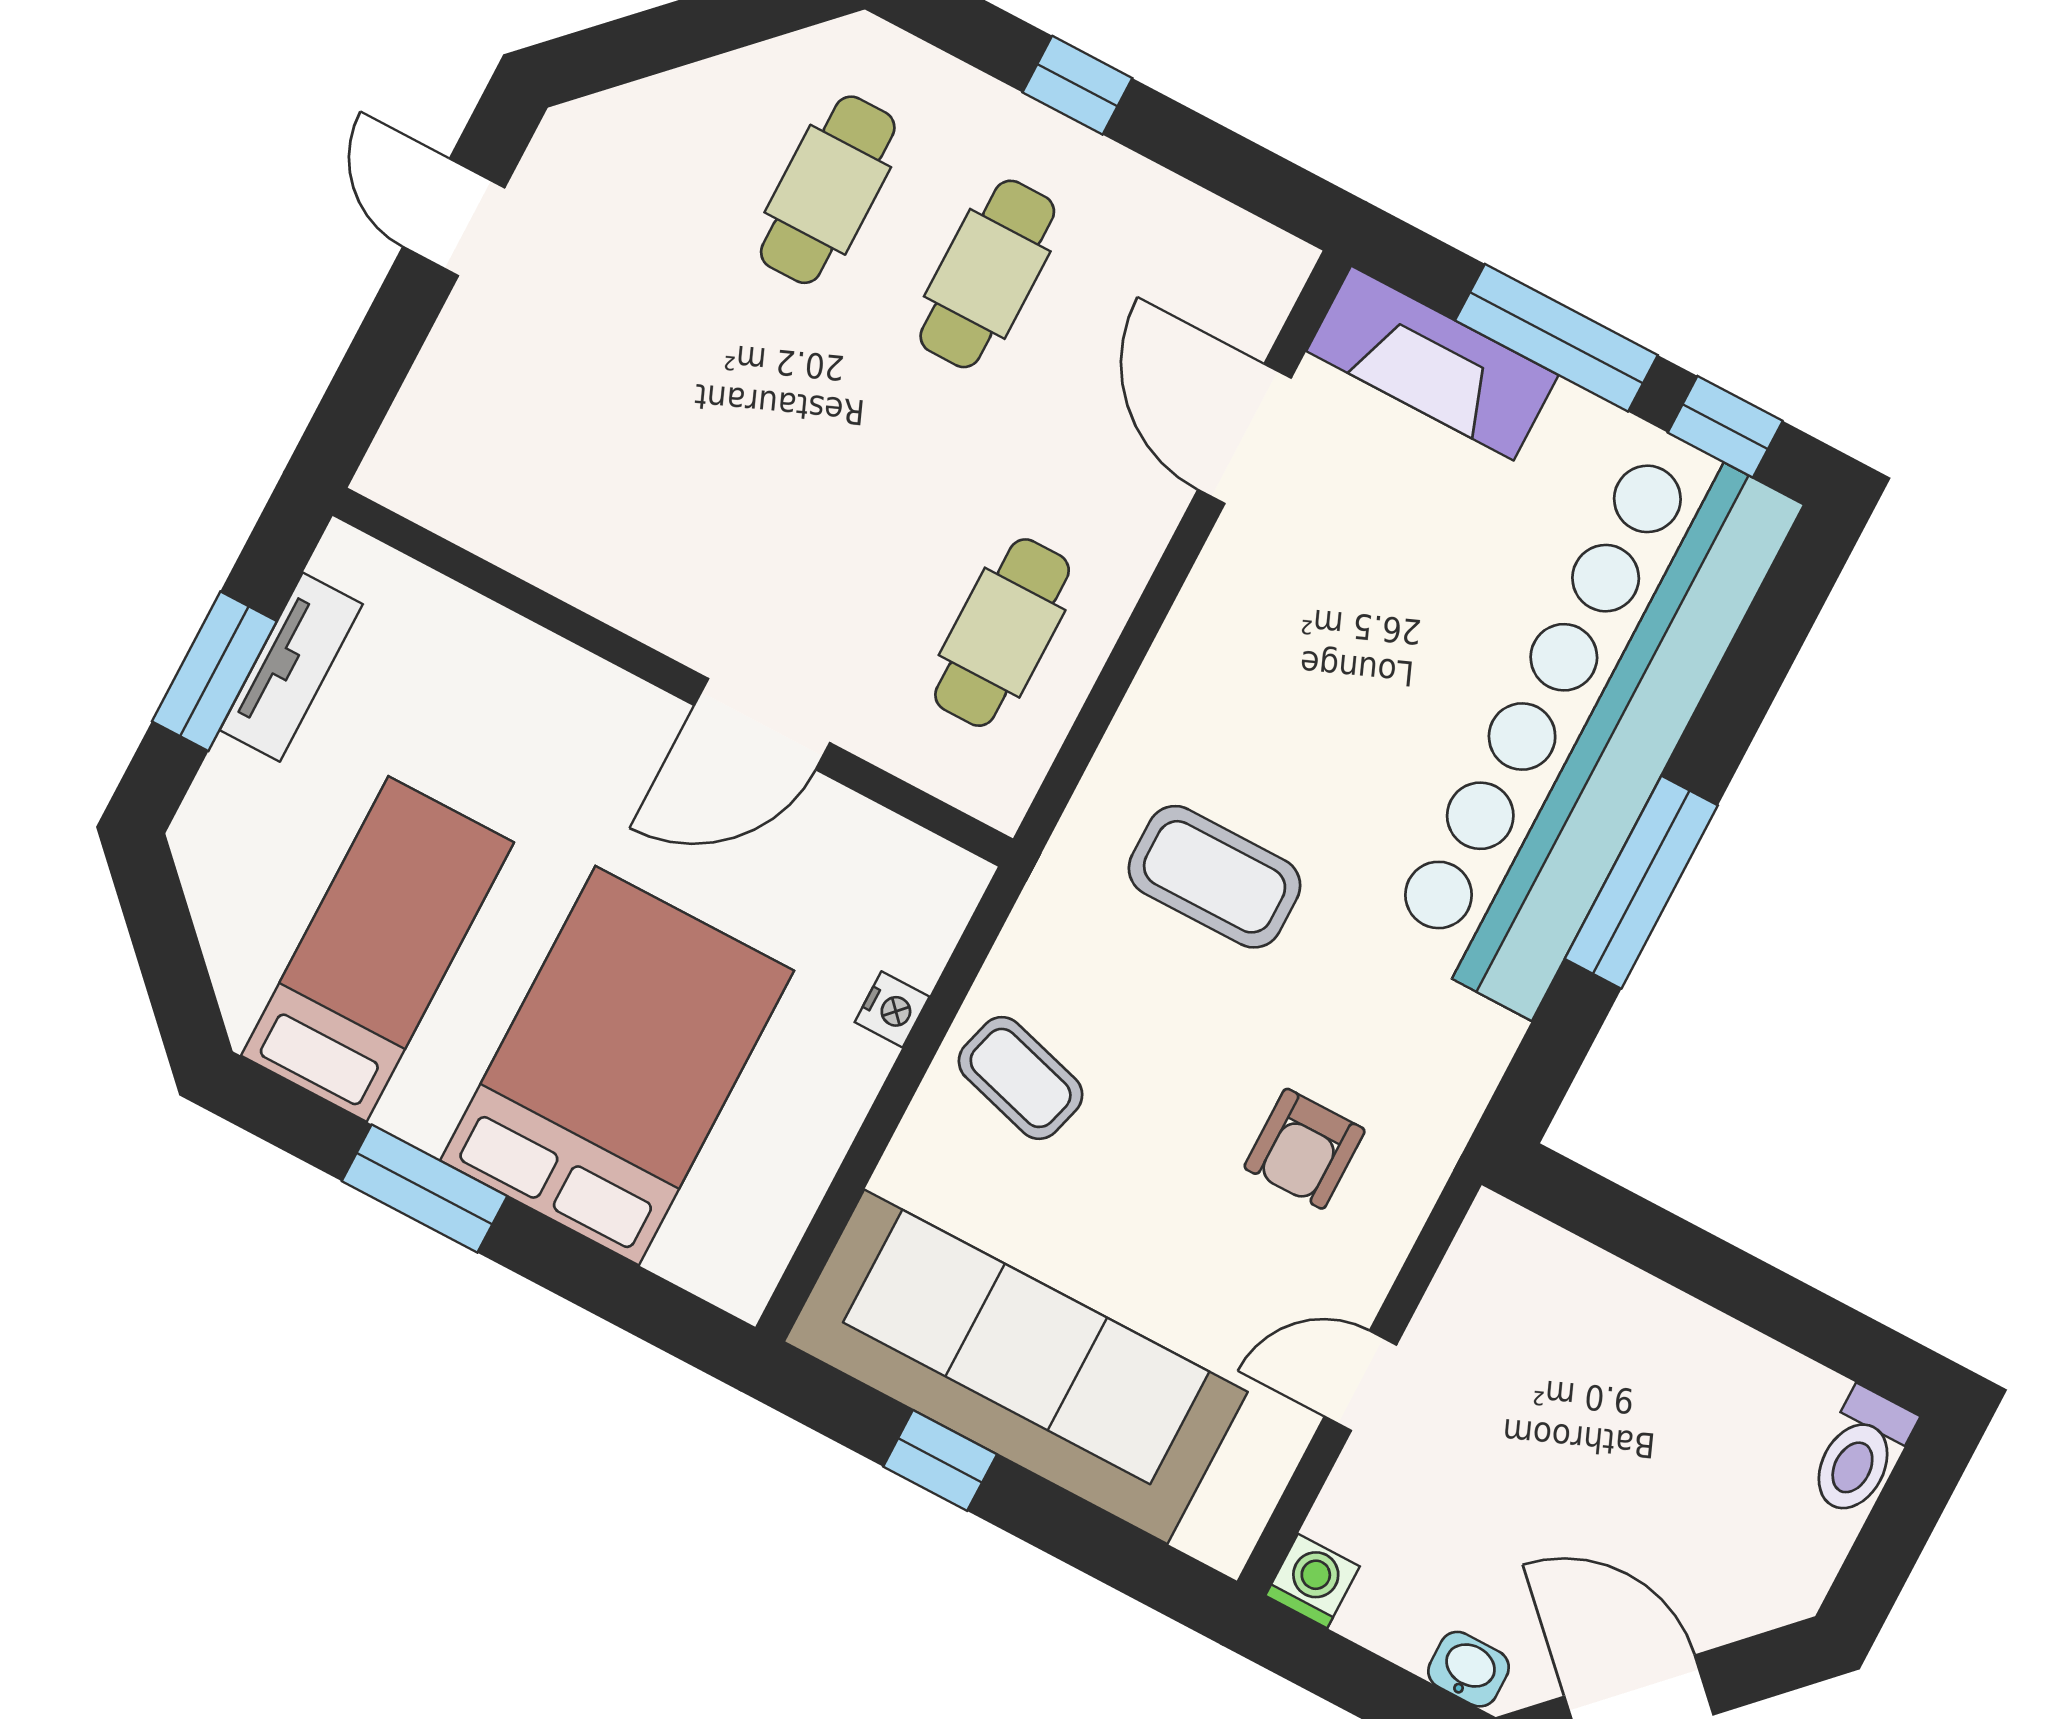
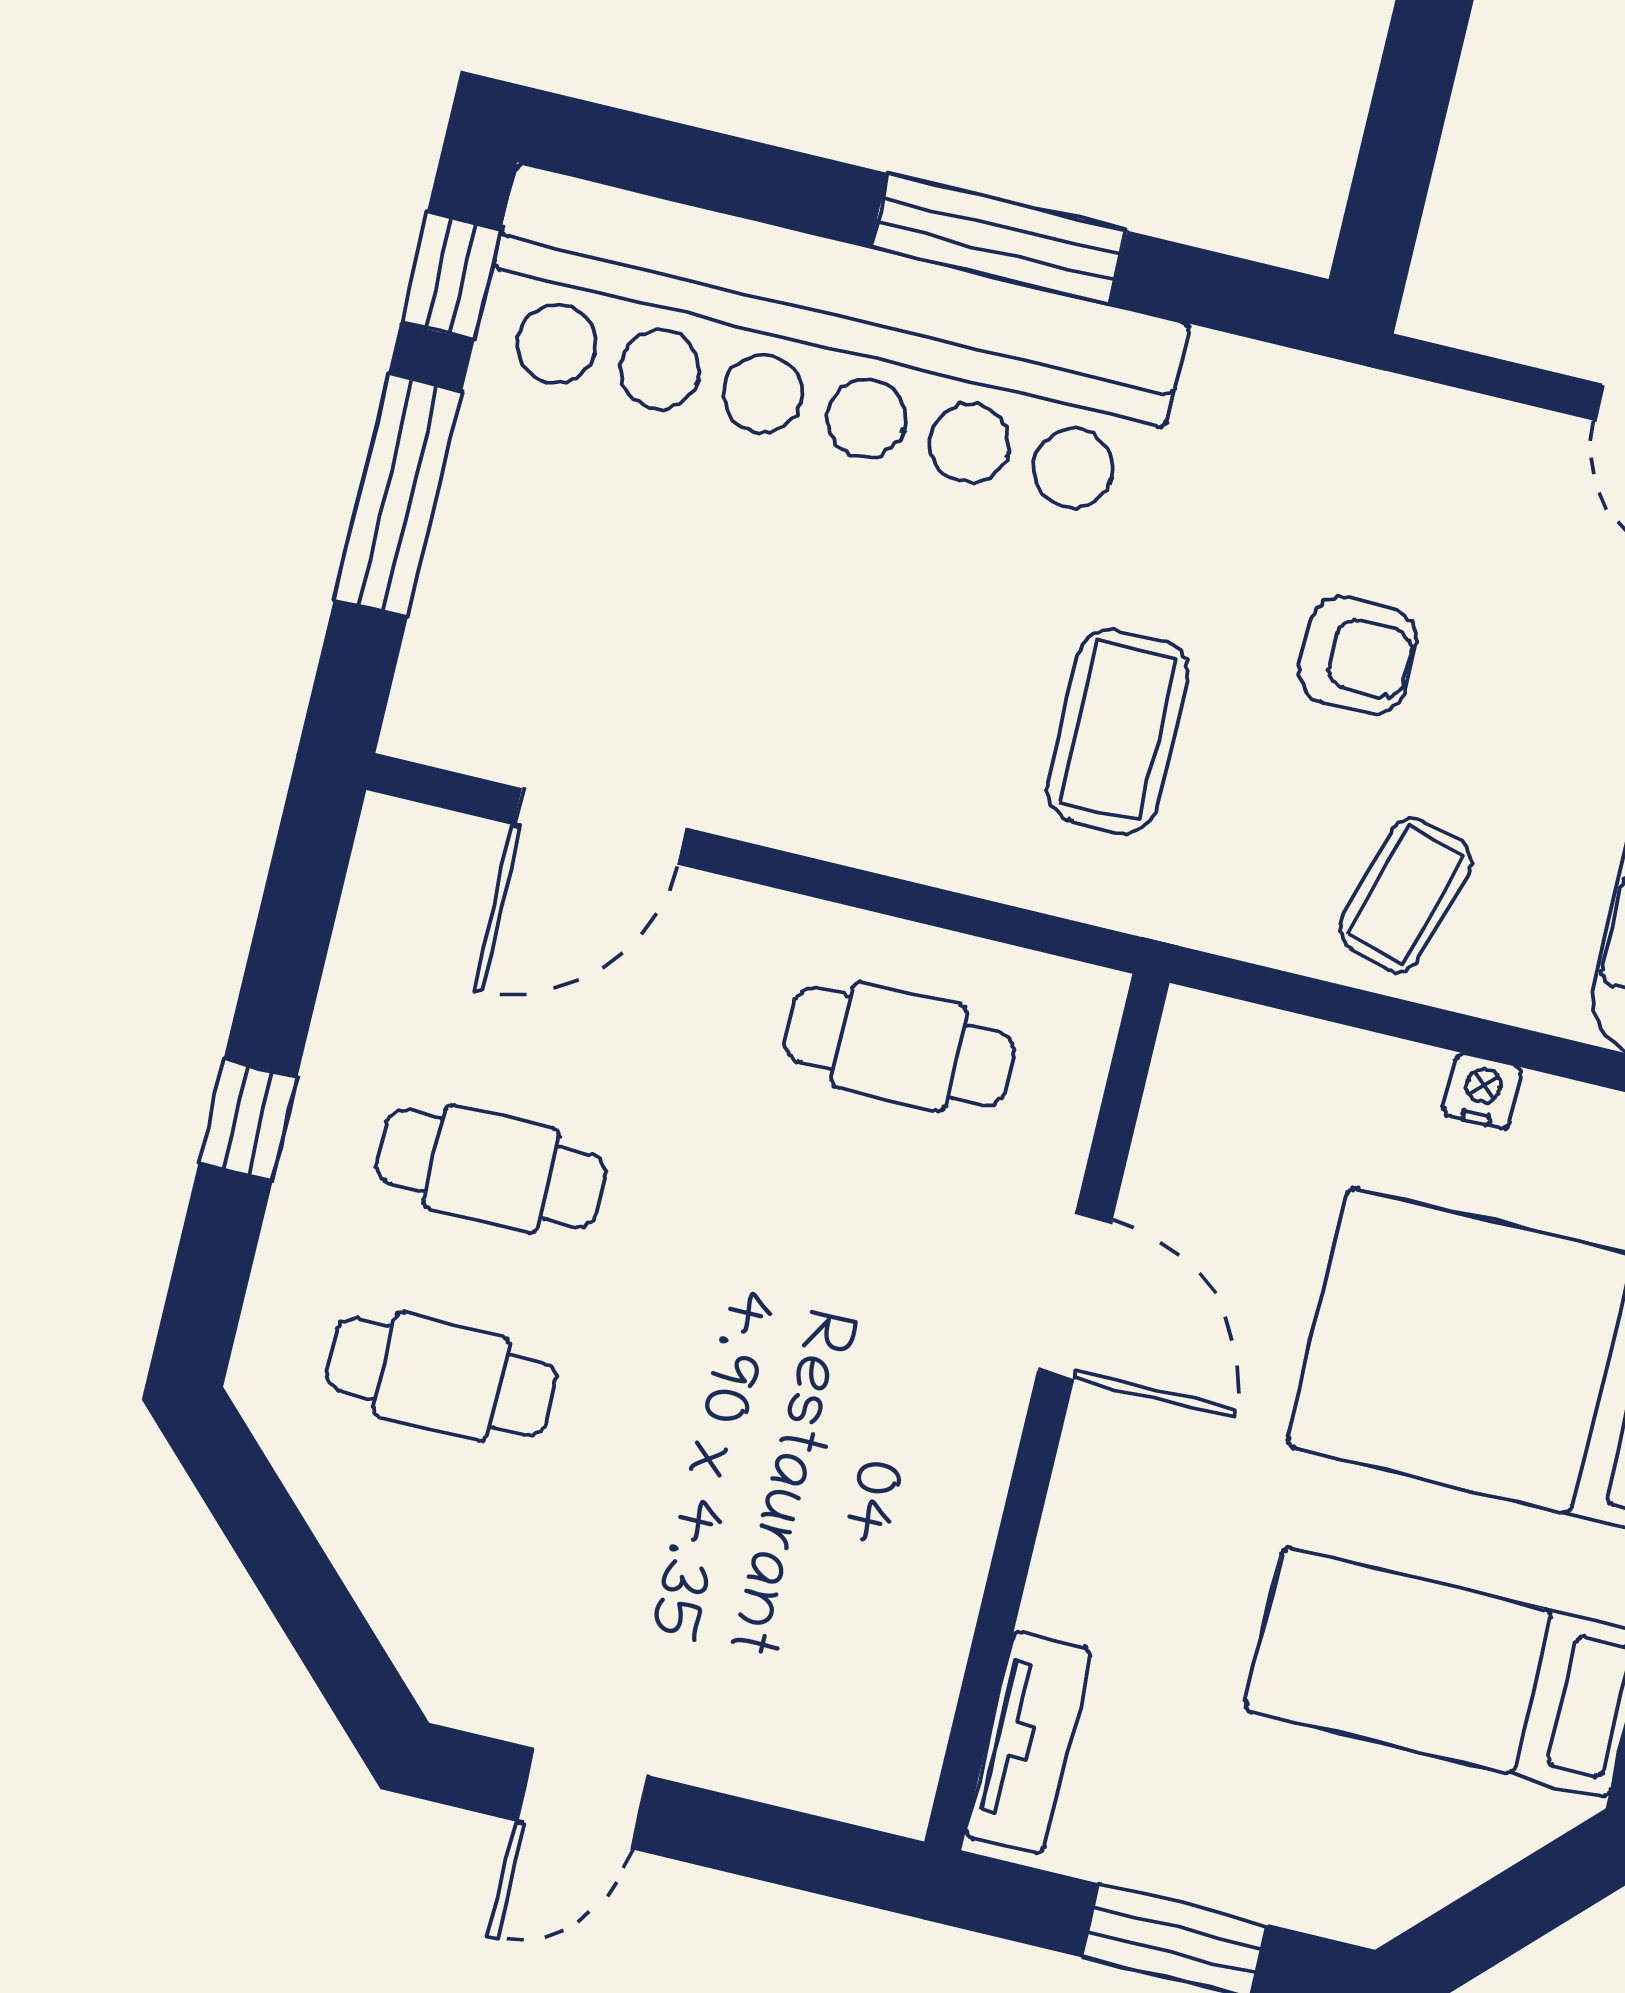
fireplace: (1432, 363) -> (463, 631), removed
tv unit: (291, 667) -> (1028, 1743), moved, turned 90
nightstand: (892, 1009) -> (1482, 1091), moved
armchair: (1305, 1149) -> (1357, 656), moved

